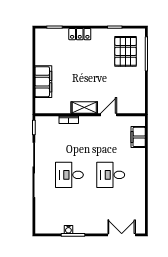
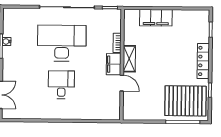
locker: (80, 34) -> (203, 61), width x1.53
pallet: (126, 51) -> (185, 101), width x1.37, depth x1.41
filing cabinet: (138, 137) -> (114, 64), moved, turned -90
desk: (69, 175) -> (62, 43), width x1.87, depth x1.30

